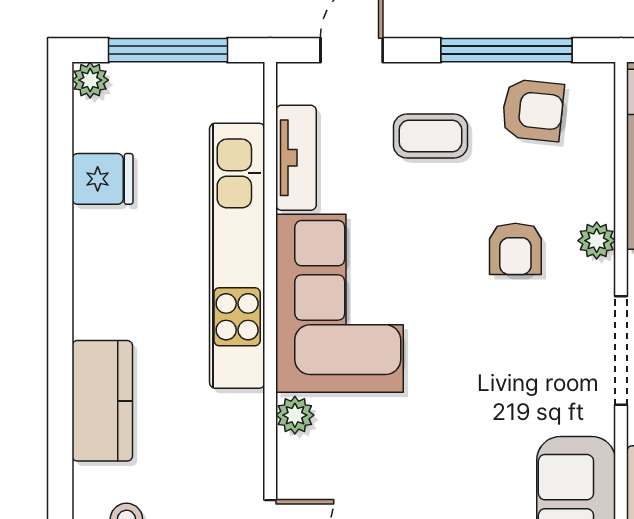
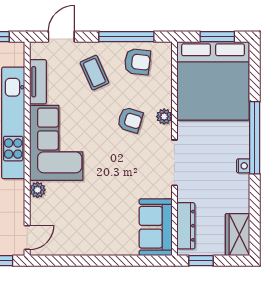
coffee table: (430, 136) -> (94, 73), turned 66
armchair: (515, 249) -> (130, 120), turned -73

